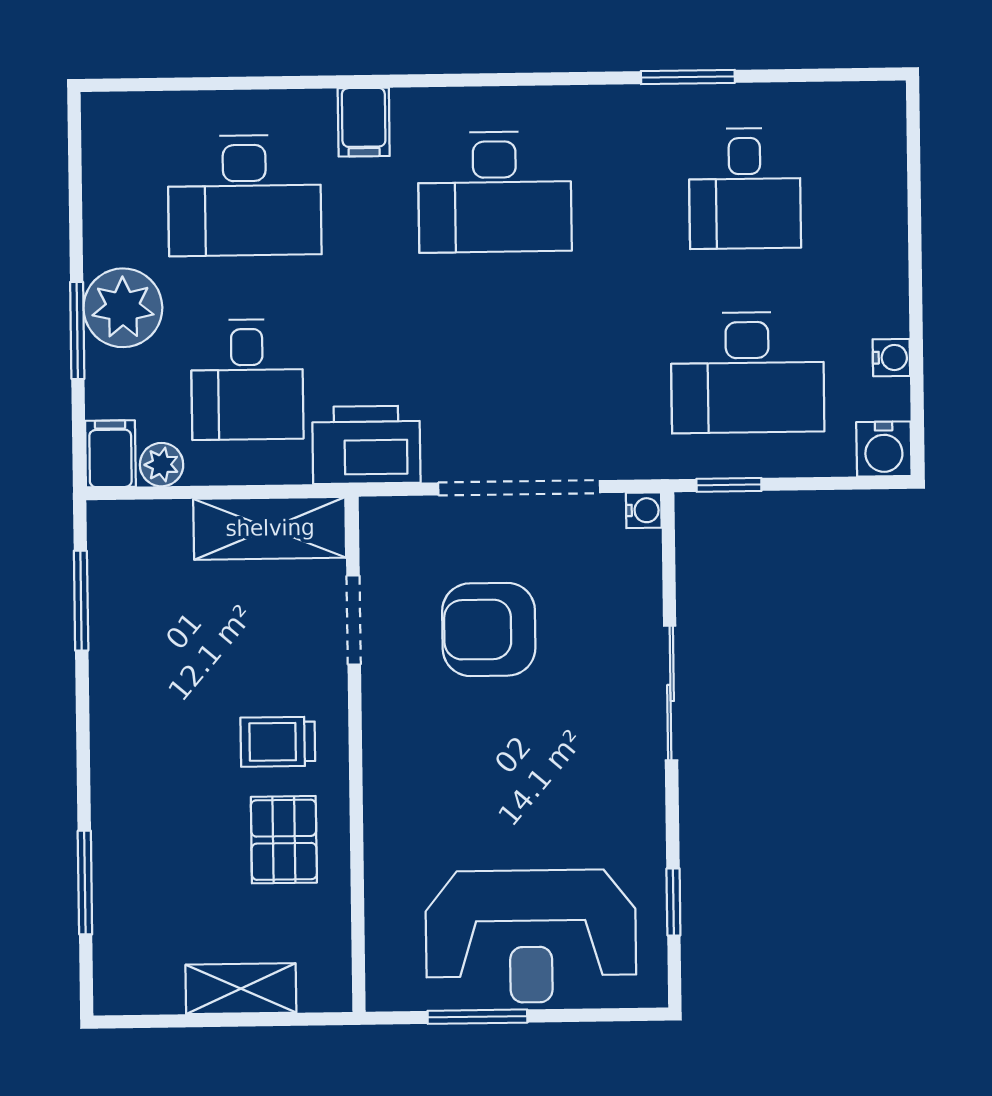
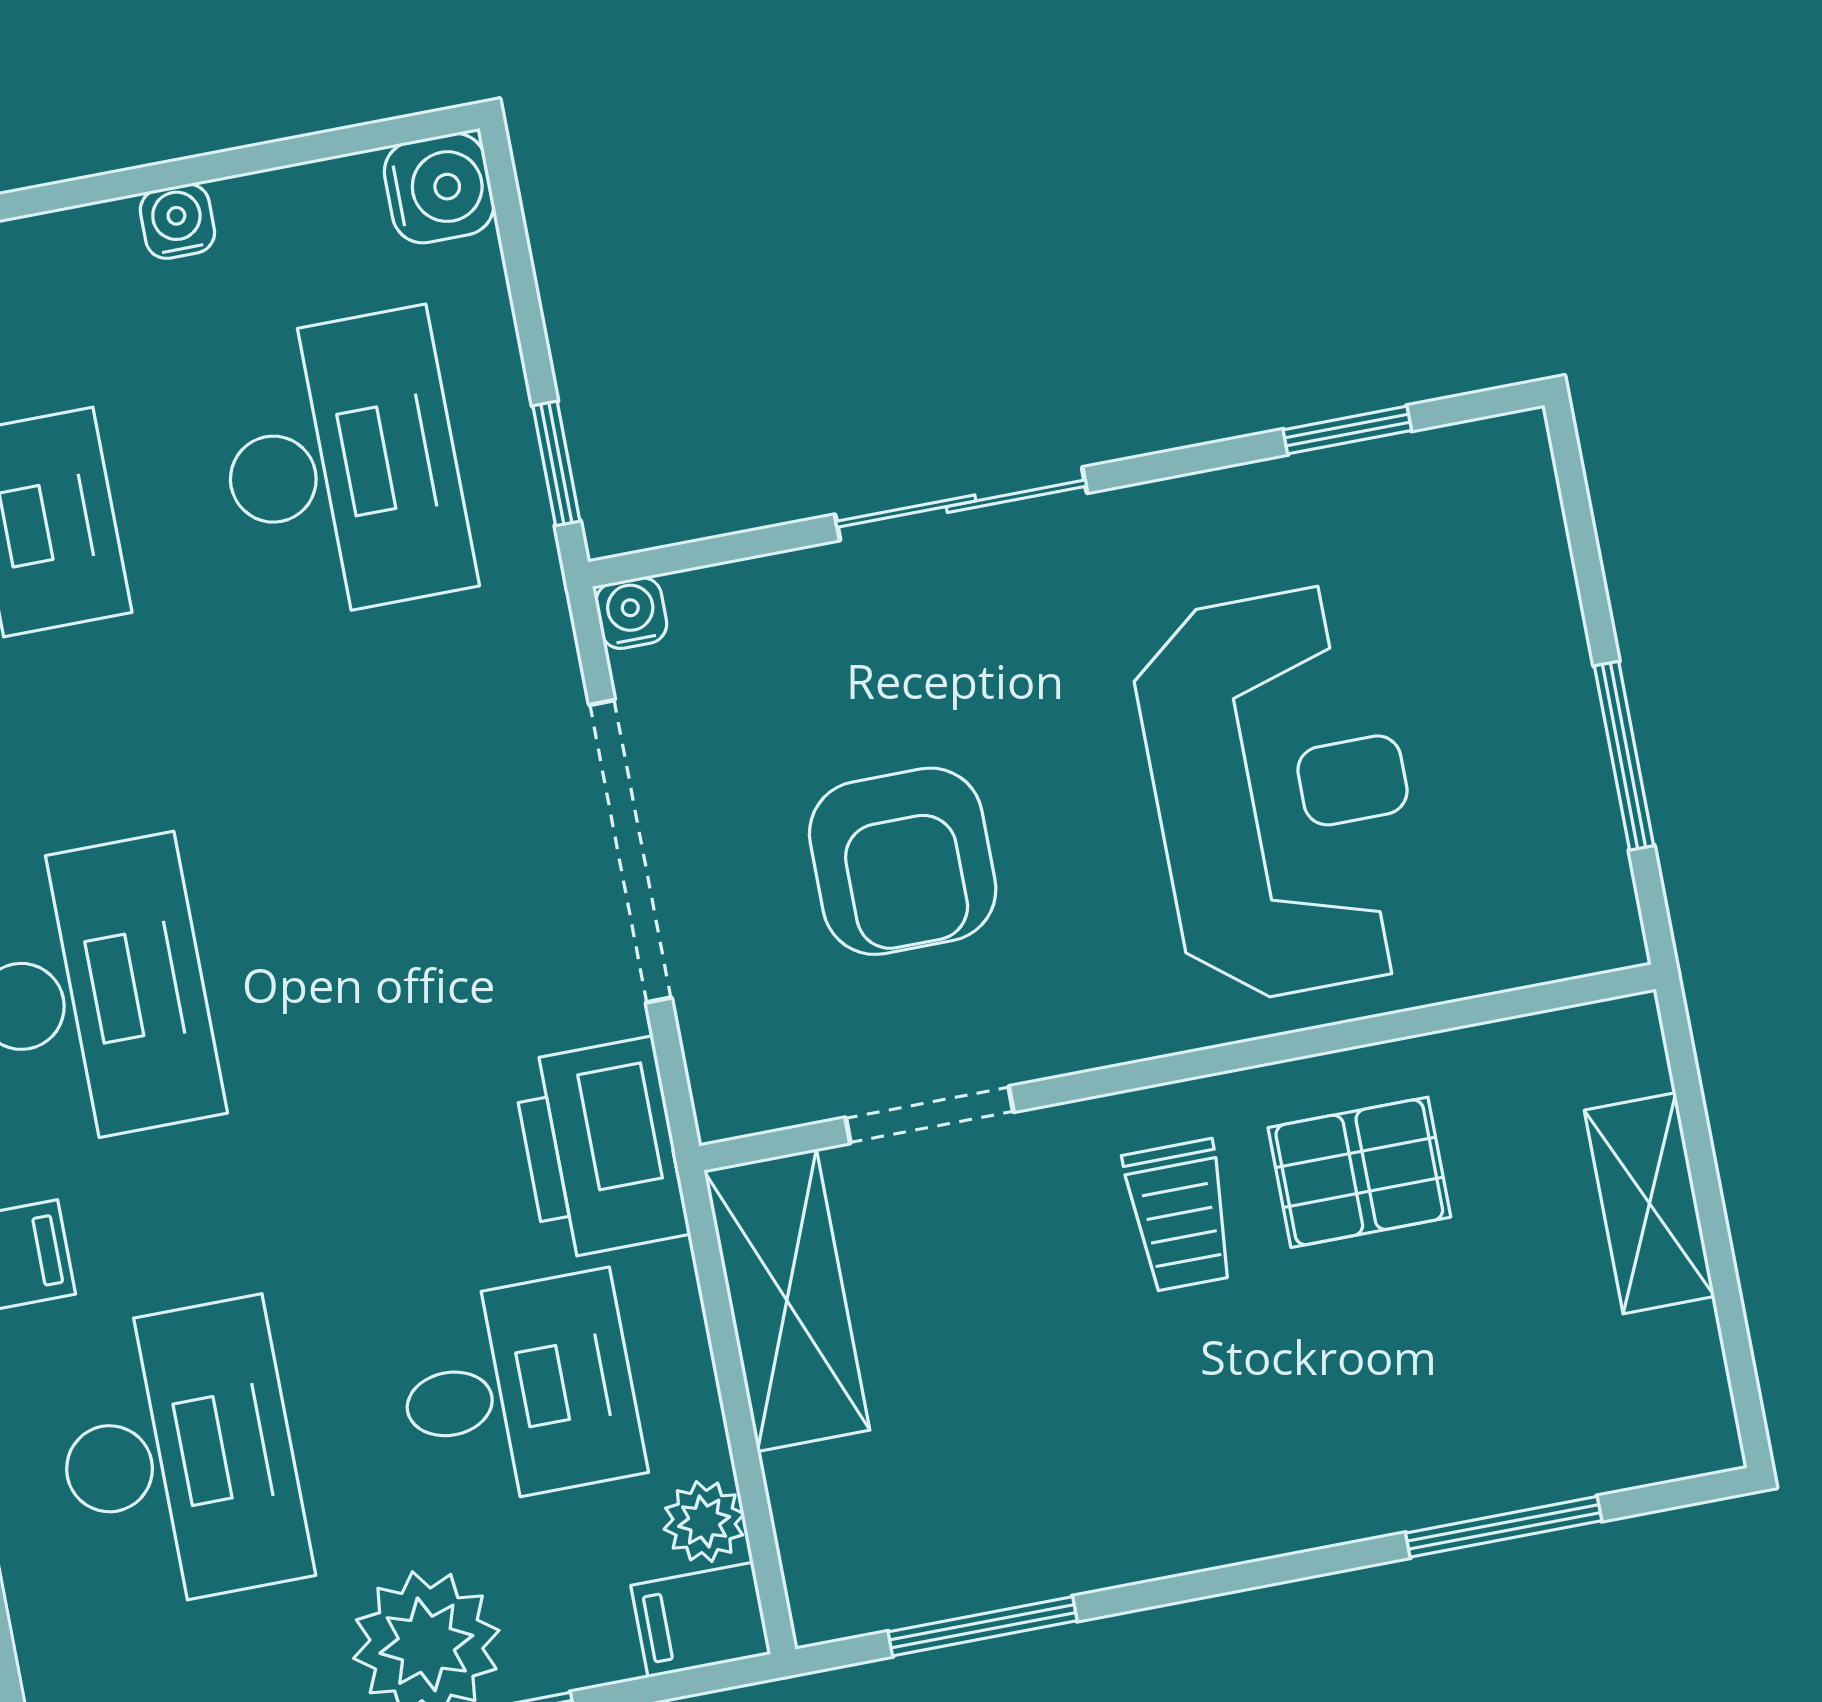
water cooler: (891, 358) -> (177, 221), moved
reception desk: (531, 936) -> (1282, 794), moved

